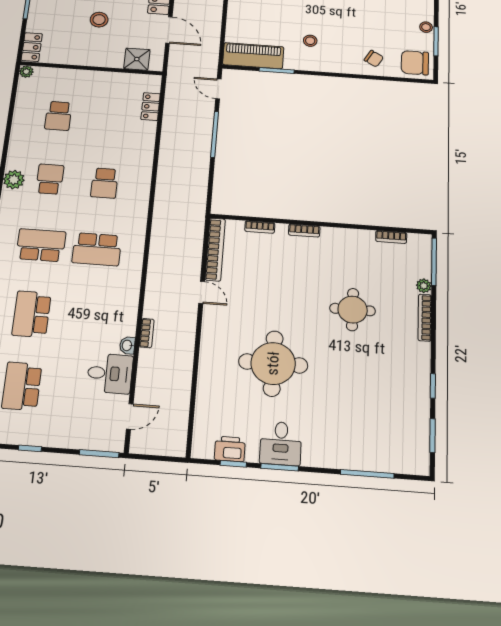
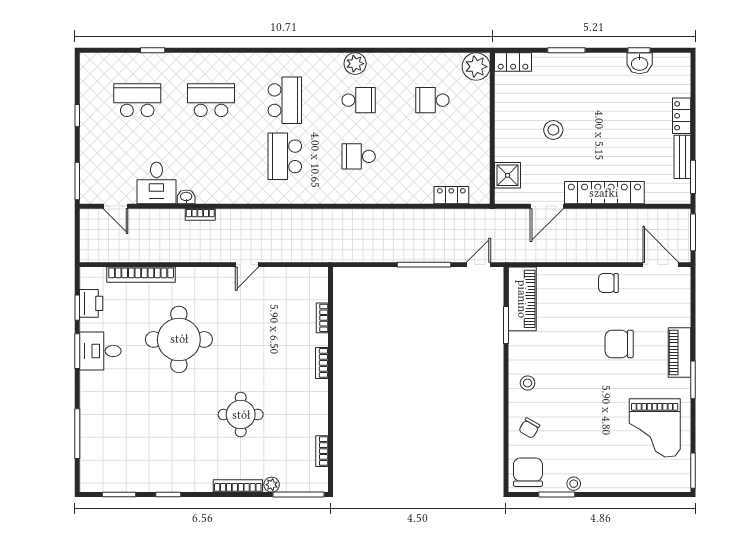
stool: (310, 41) -> (528, 383), moved
plant: (26, 72) -> (476, 67), width x1.87, depth x1.87
bookcase: (215, 249) -> (141, 275), moved

